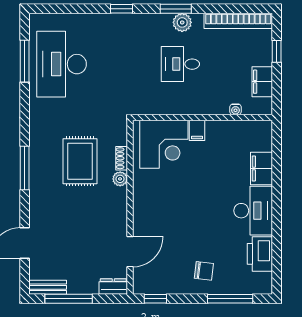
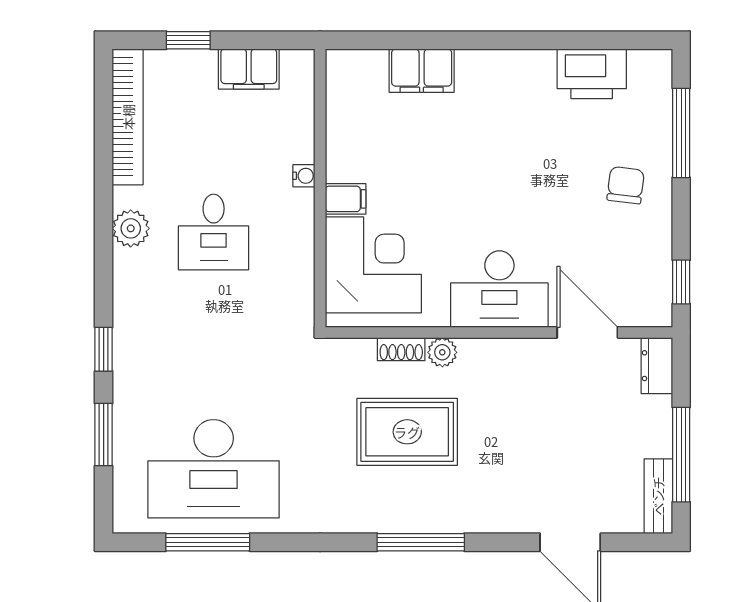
window: (176, 9) -> (104, 435), moved
water cooler: (236, 109) -> (304, 176), moved
desk: (253, 211) -> (499, 289), moved, turned 180

